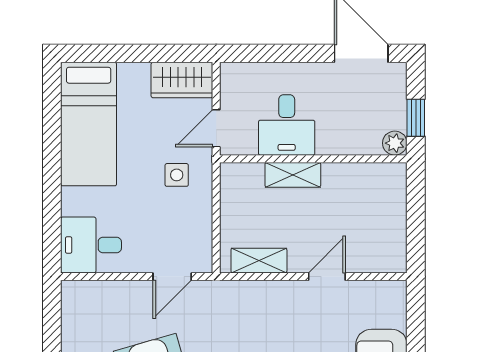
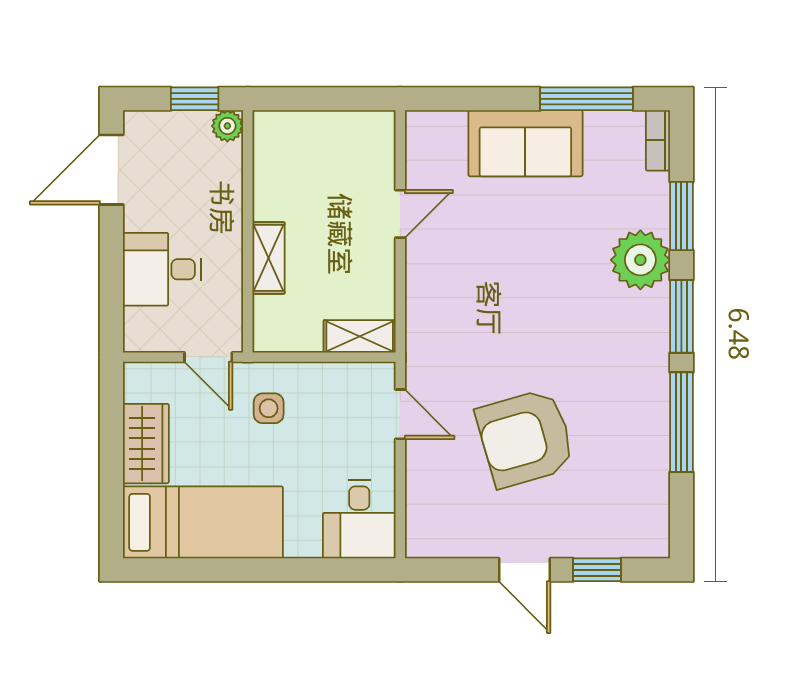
wardrobe: (182, 80) -> (146, 444), moved
desk: (287, 125) -> (162, 269), moved, turned 180
shelving: (259, 261) -> (360, 336), moved, turned 90
door: (327, 277) -> (400, 214), swing flipped

